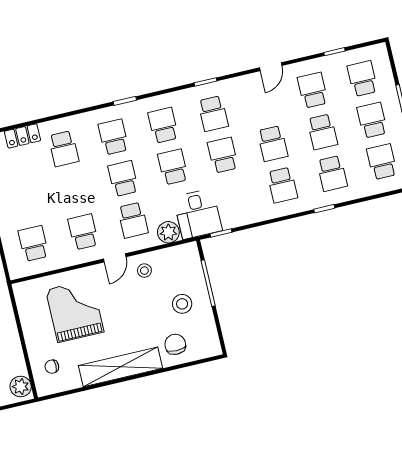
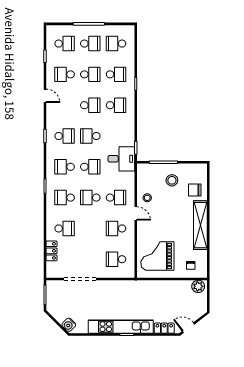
school desk: (362, 79) -> (65, 44), turned 180
school desk: (372, 120) -> (90, 44), turned 180
school desk: (173, 167) -> (90, 167), turned 180
plant: (168, 232) -> (128, 178), removed
grand piano: (75, 311) -> (157, 256), moved

